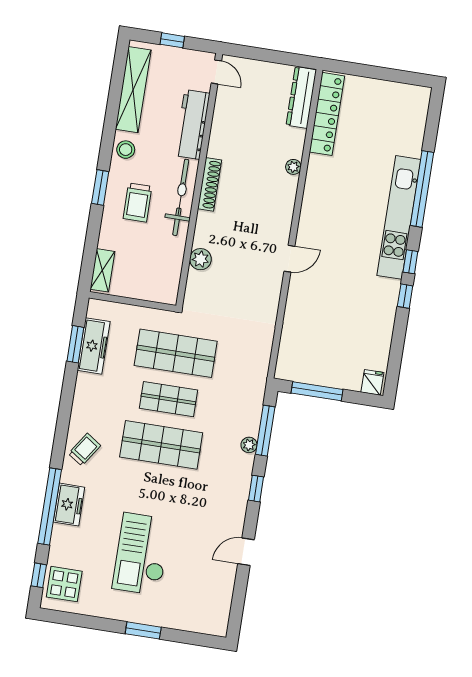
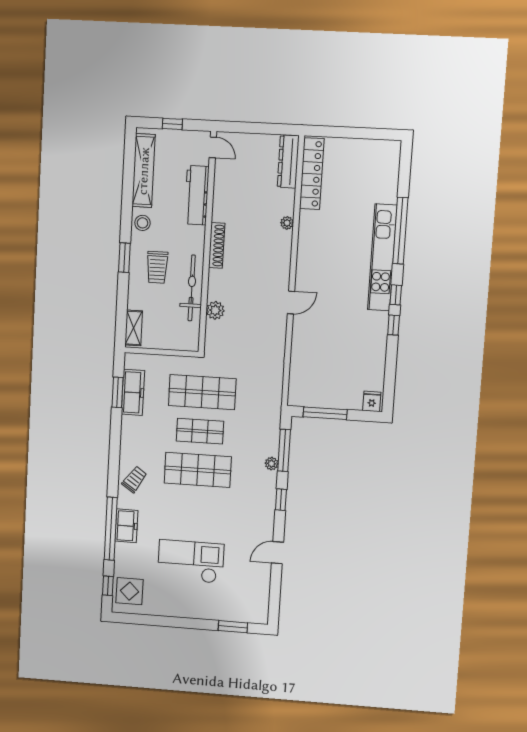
bicycle: (181, 197) -> (192, 288), moved
checkout: (142, 554) -> (191, 562), turned 90
window: (143, 630) -> (233, 627), moved

